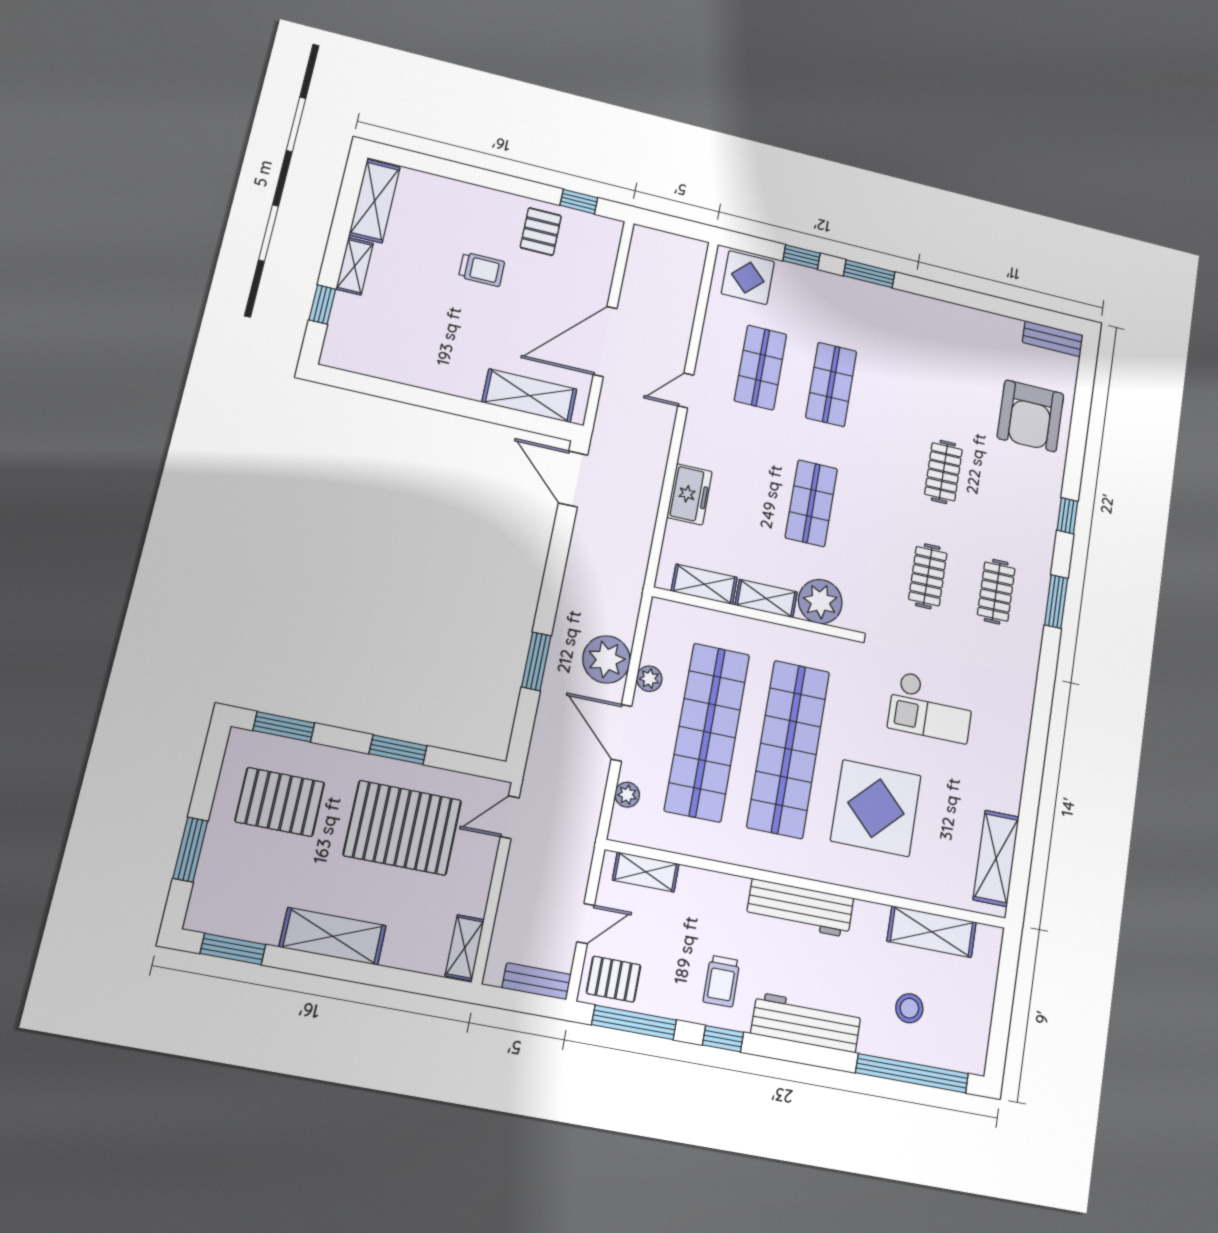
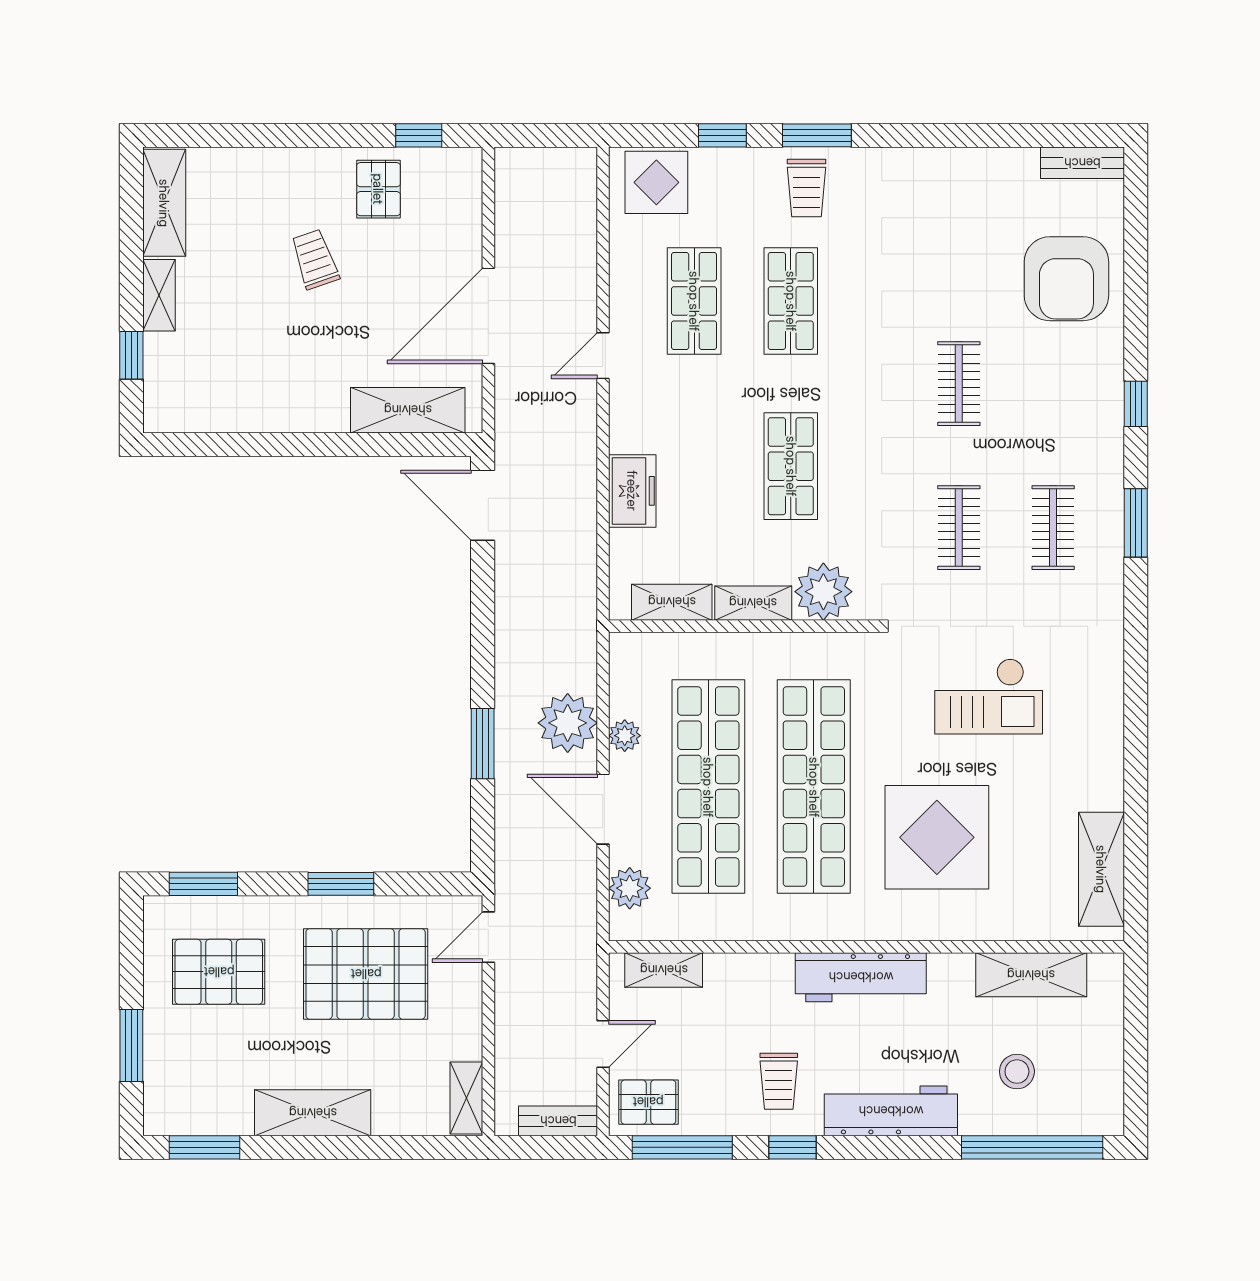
trolley: (482, 269) -> (315, 259), turned -109
trolley: (856, 308) -> (806, 188), added
plant: (627, 795) -> (630, 888), width x1.38, depth x1.38

